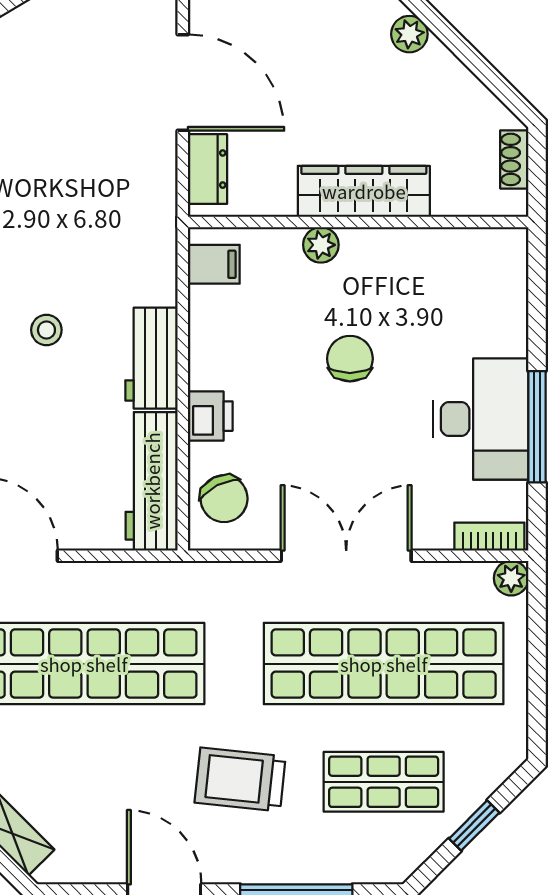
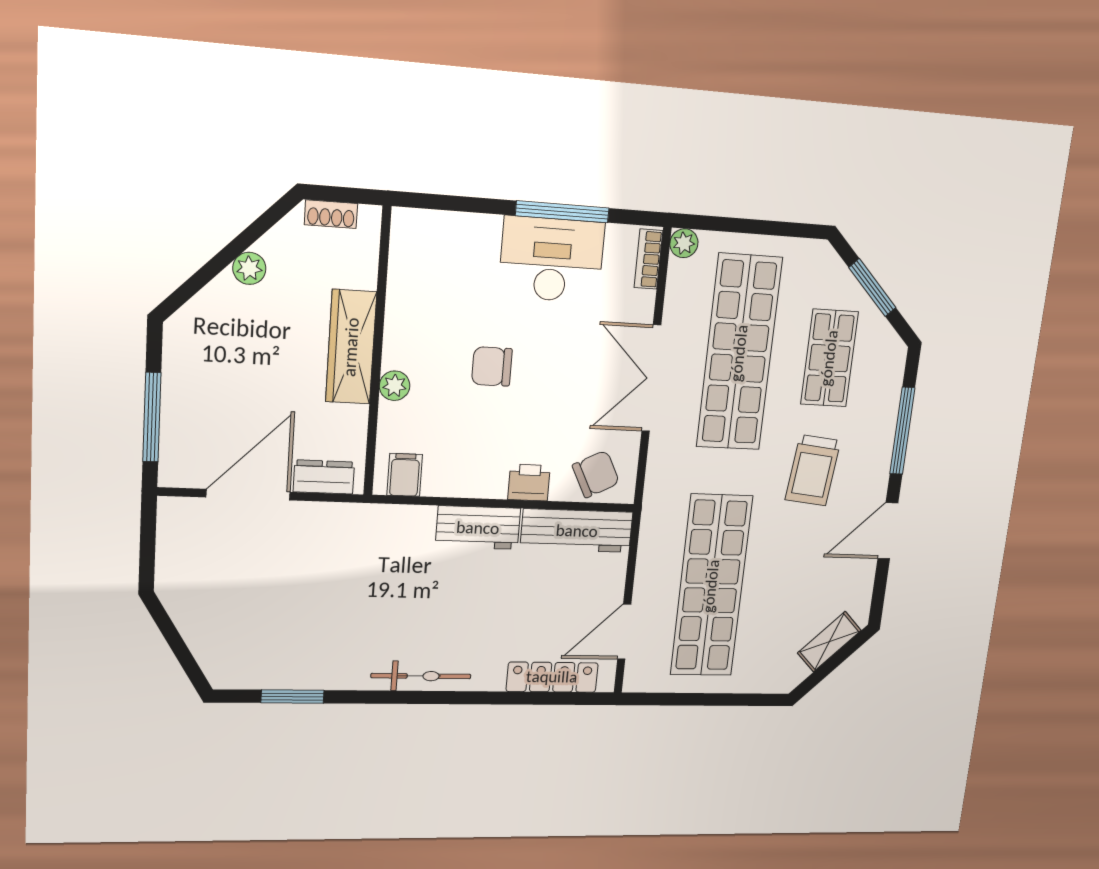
plant: (409, 34) -> (249, 268), moved
stool: (46, 330) -> (449, 609), removed
window: (474, 826) -> (872, 288), width x1.50

